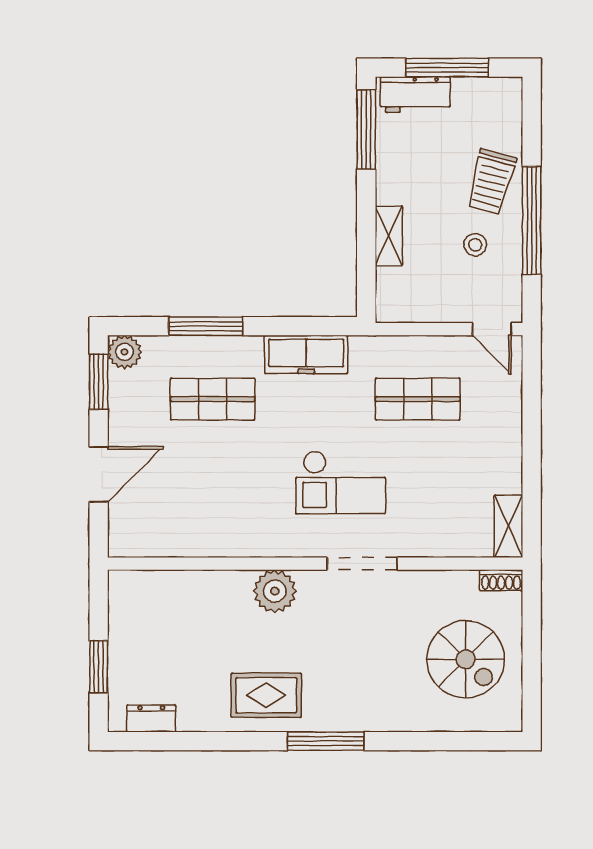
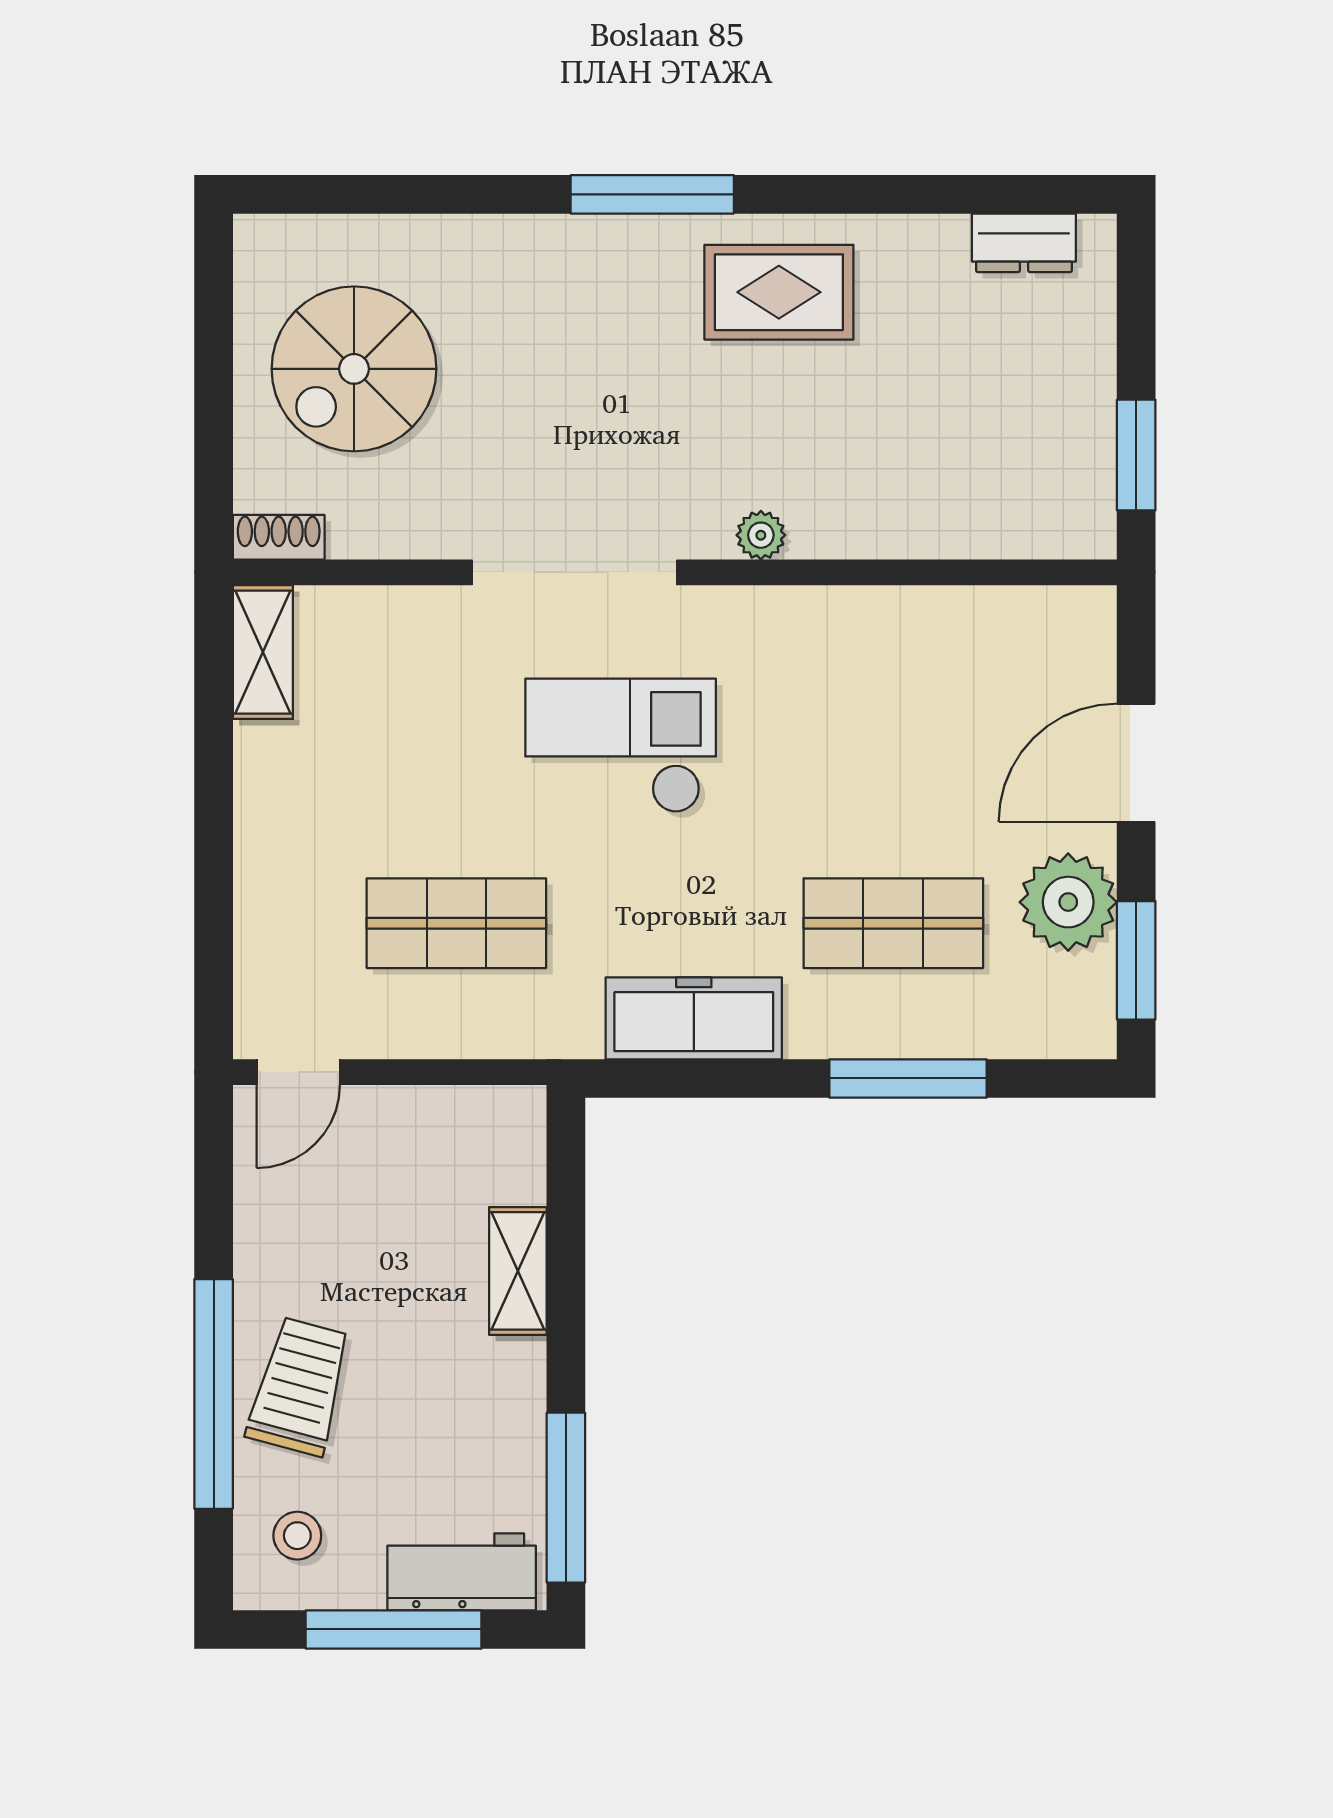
window: (532, 221) -> (214, 1394), moved
stool: (475, 245) -> (297, 1536), moved
door: (492, 329) -> (298, 1072), swing flipped
plant: (124, 352) -> (1068, 902), moved, width x1.36, depth x1.36
doorway: (362, 564) -> (575, 572), width x1.36
plant: (275, 591) -> (761, 535), width x0.53, depth x0.53
spiral stairs: (466, 659) -> (354, 369), turned -90
window: (99, 667) -> (1136, 455), moved

